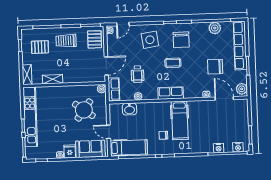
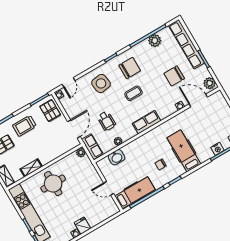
chair: (181, 40) -> (130, 68), turned -90
round table: (84, 110) -> (53, 184), moved, turned -36
hospital bed: (180, 120) -> (184, 151), moved, turned 180
sofa: (90, 149) -> (100, 213), removed

